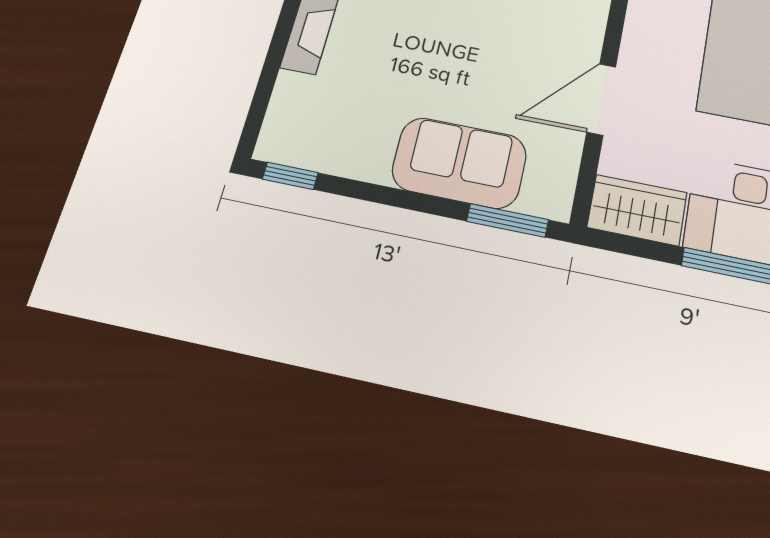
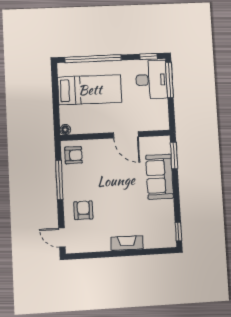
wardrobe: (637, 210) -> (160, 115), removed

